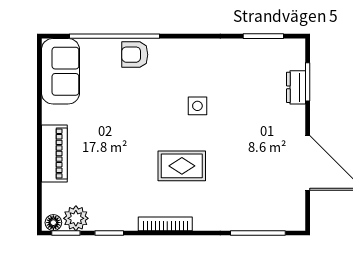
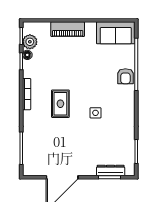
armchair: (135, 55) -> (125, 76), turned 180
dresser: (296, 87) -> (111, 170), width x1.44
floor lamp: (53, 223) -> (27, 55), moved

